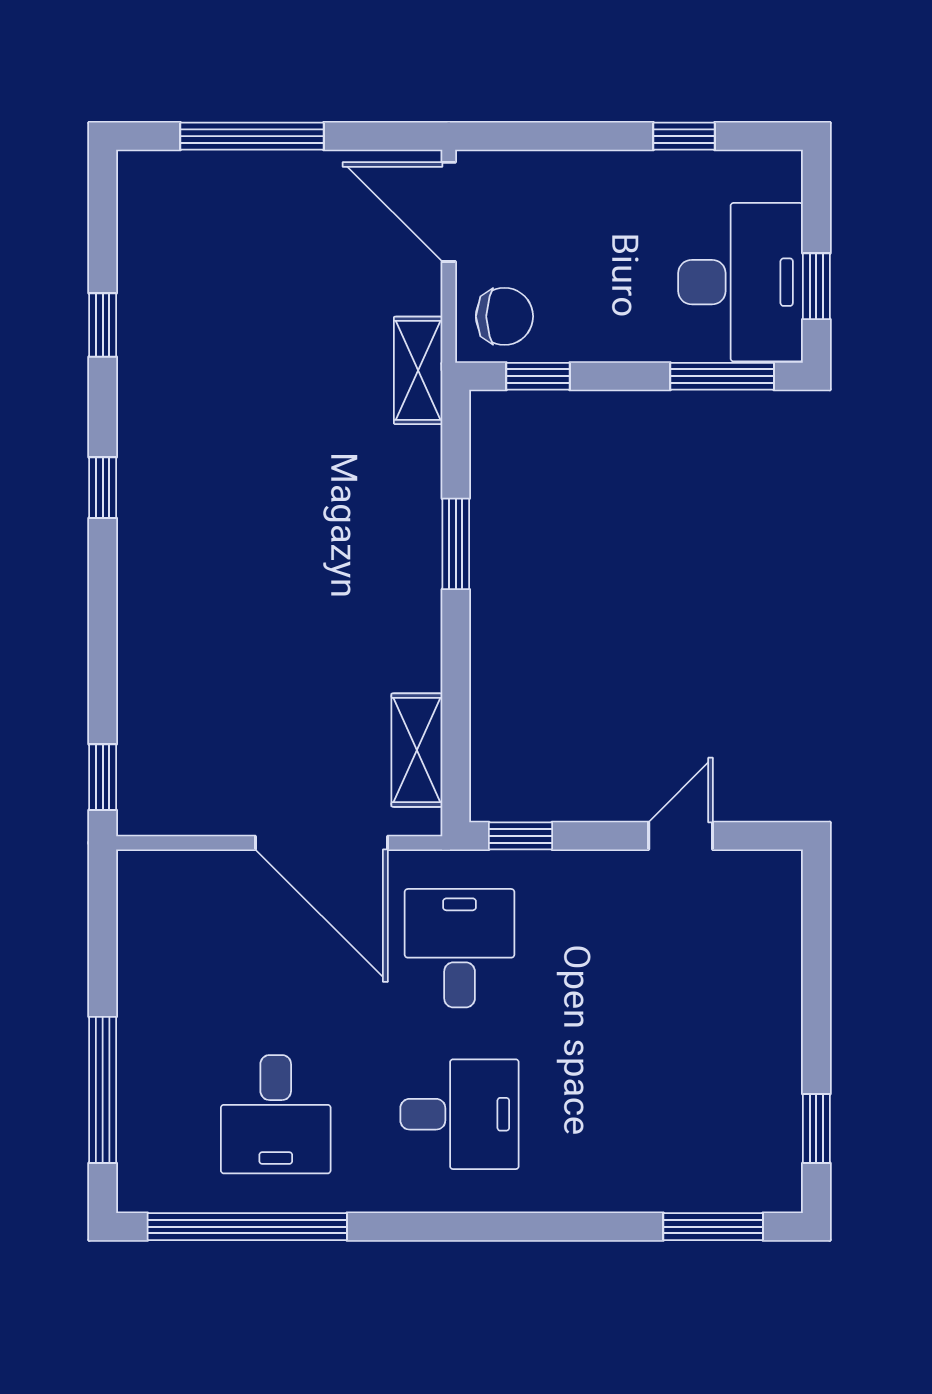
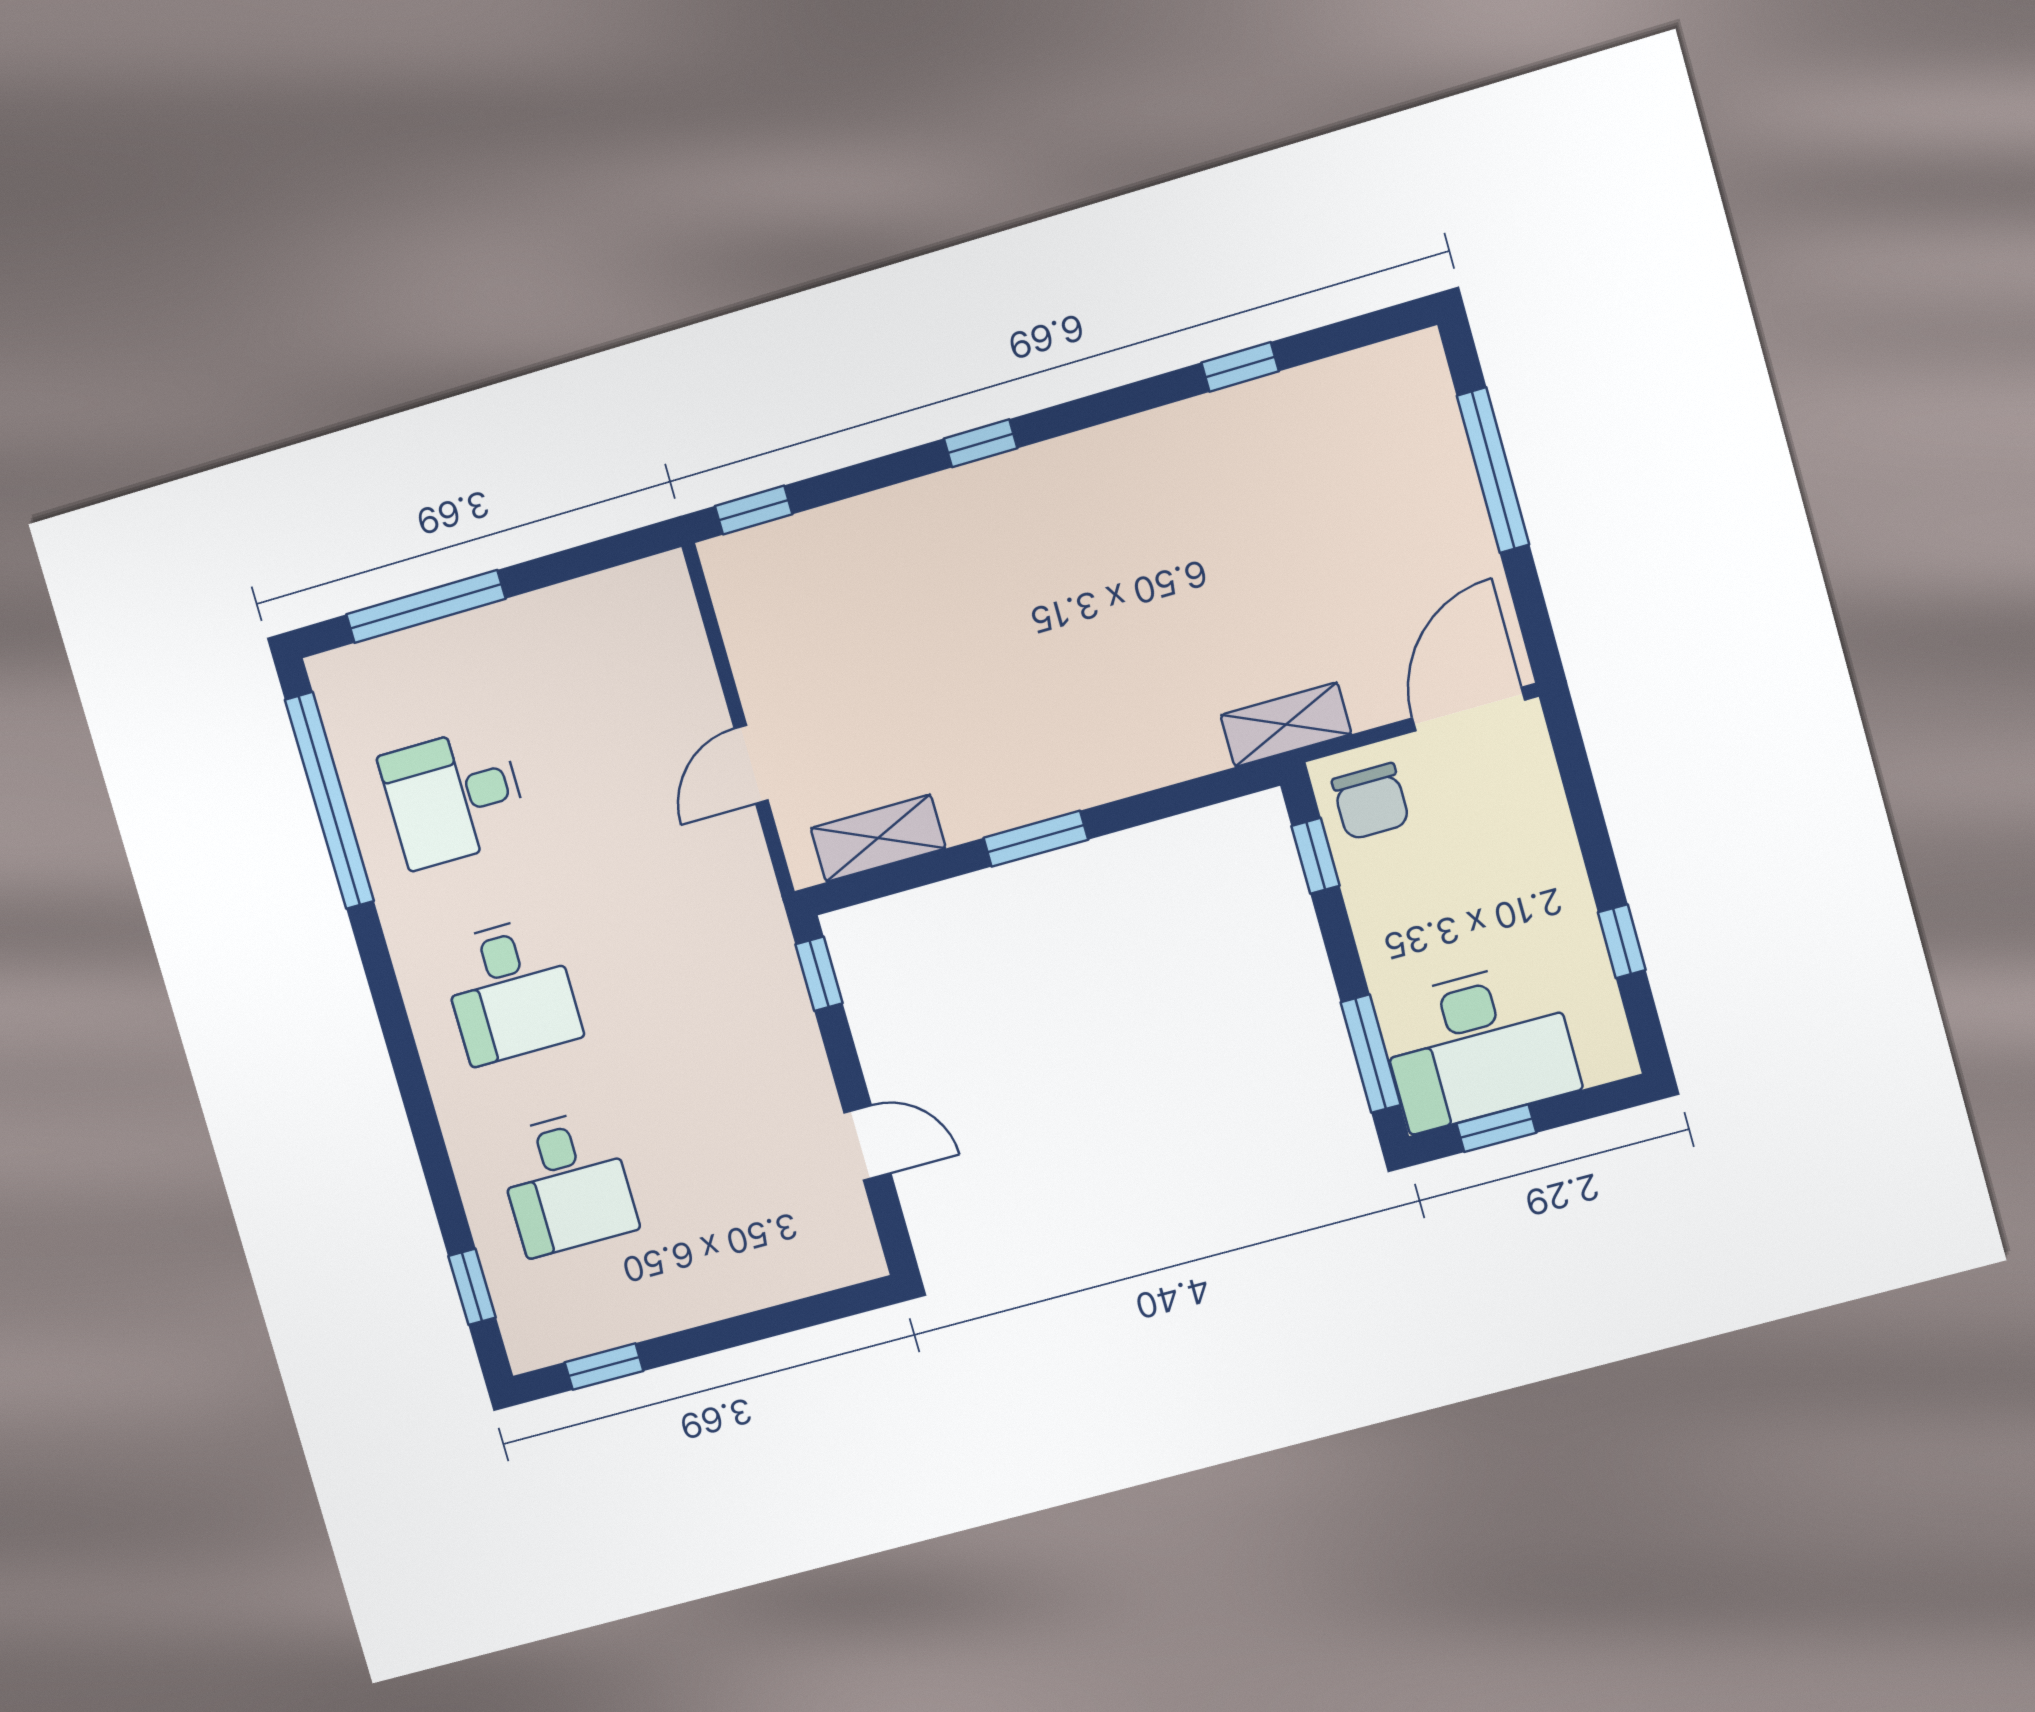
window: (103, 488) -> (981, 443), moved
window: (456, 544) -> (1036, 839), moved
door: (322, 843) -> (751, 764), width x0.53
desk: (460, 948) -> (566, 1183), moved, turned 90
window: (713, 1227) -> (472, 1287), width x0.67

